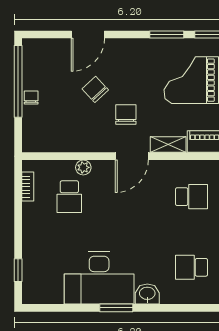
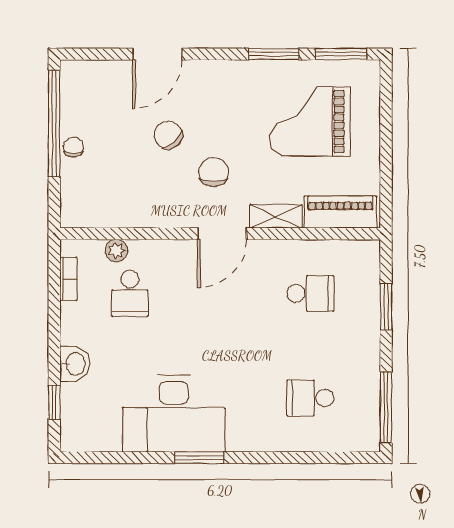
plant: (83, 167) -> (116, 250), moved
washbasin: (147, 294) -> (75, 364), moved, turned 90

